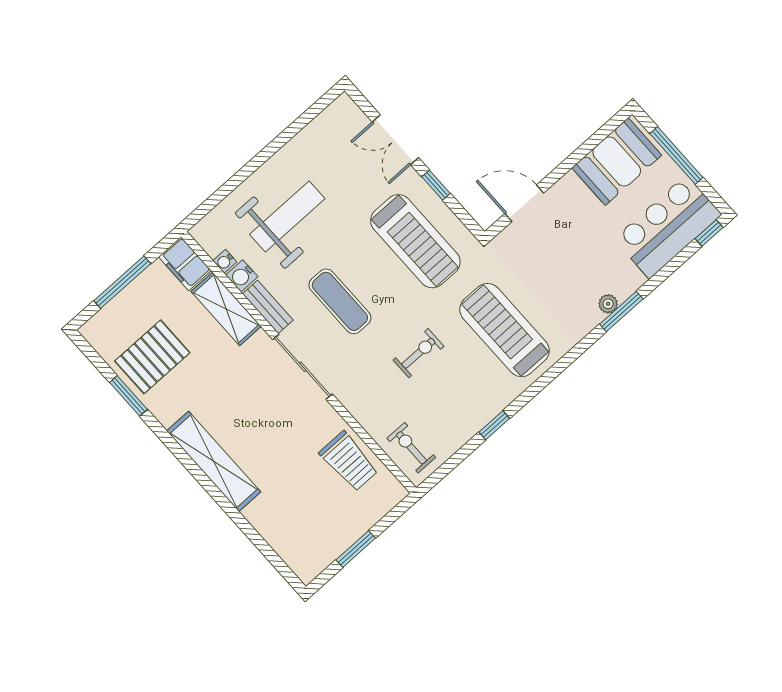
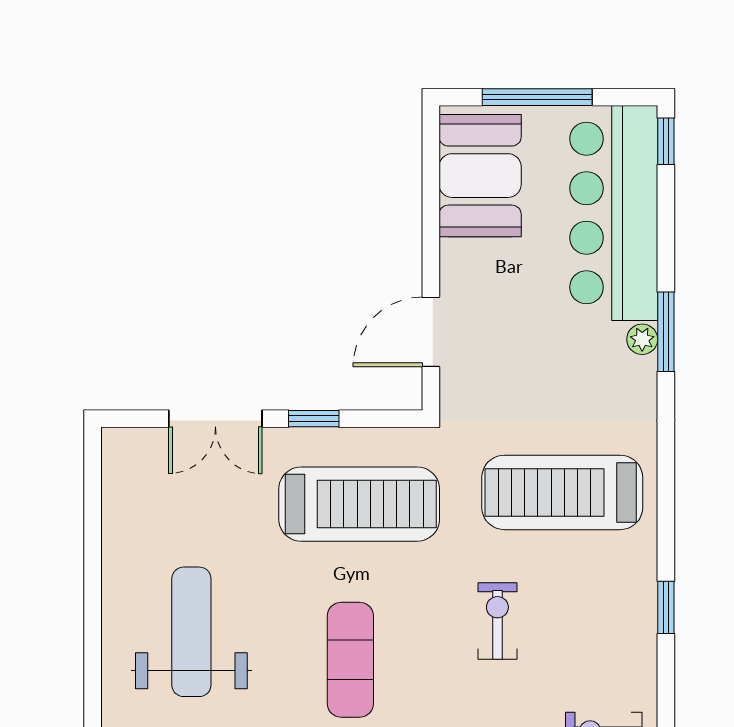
bar counter: (668, 227) -> (614, 213), width x1.36
exercise mat: (340, 301) -> (350, 660), turned 90

